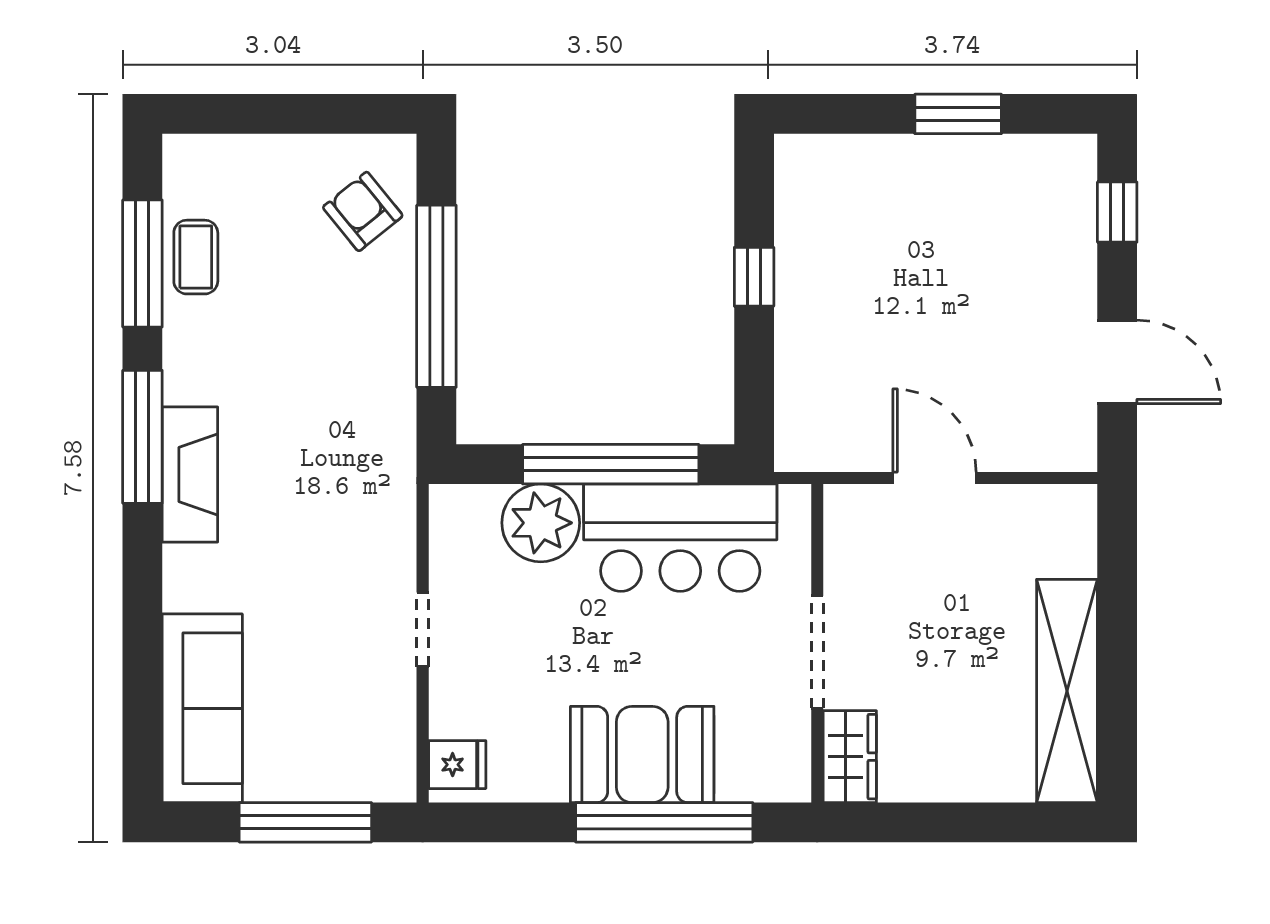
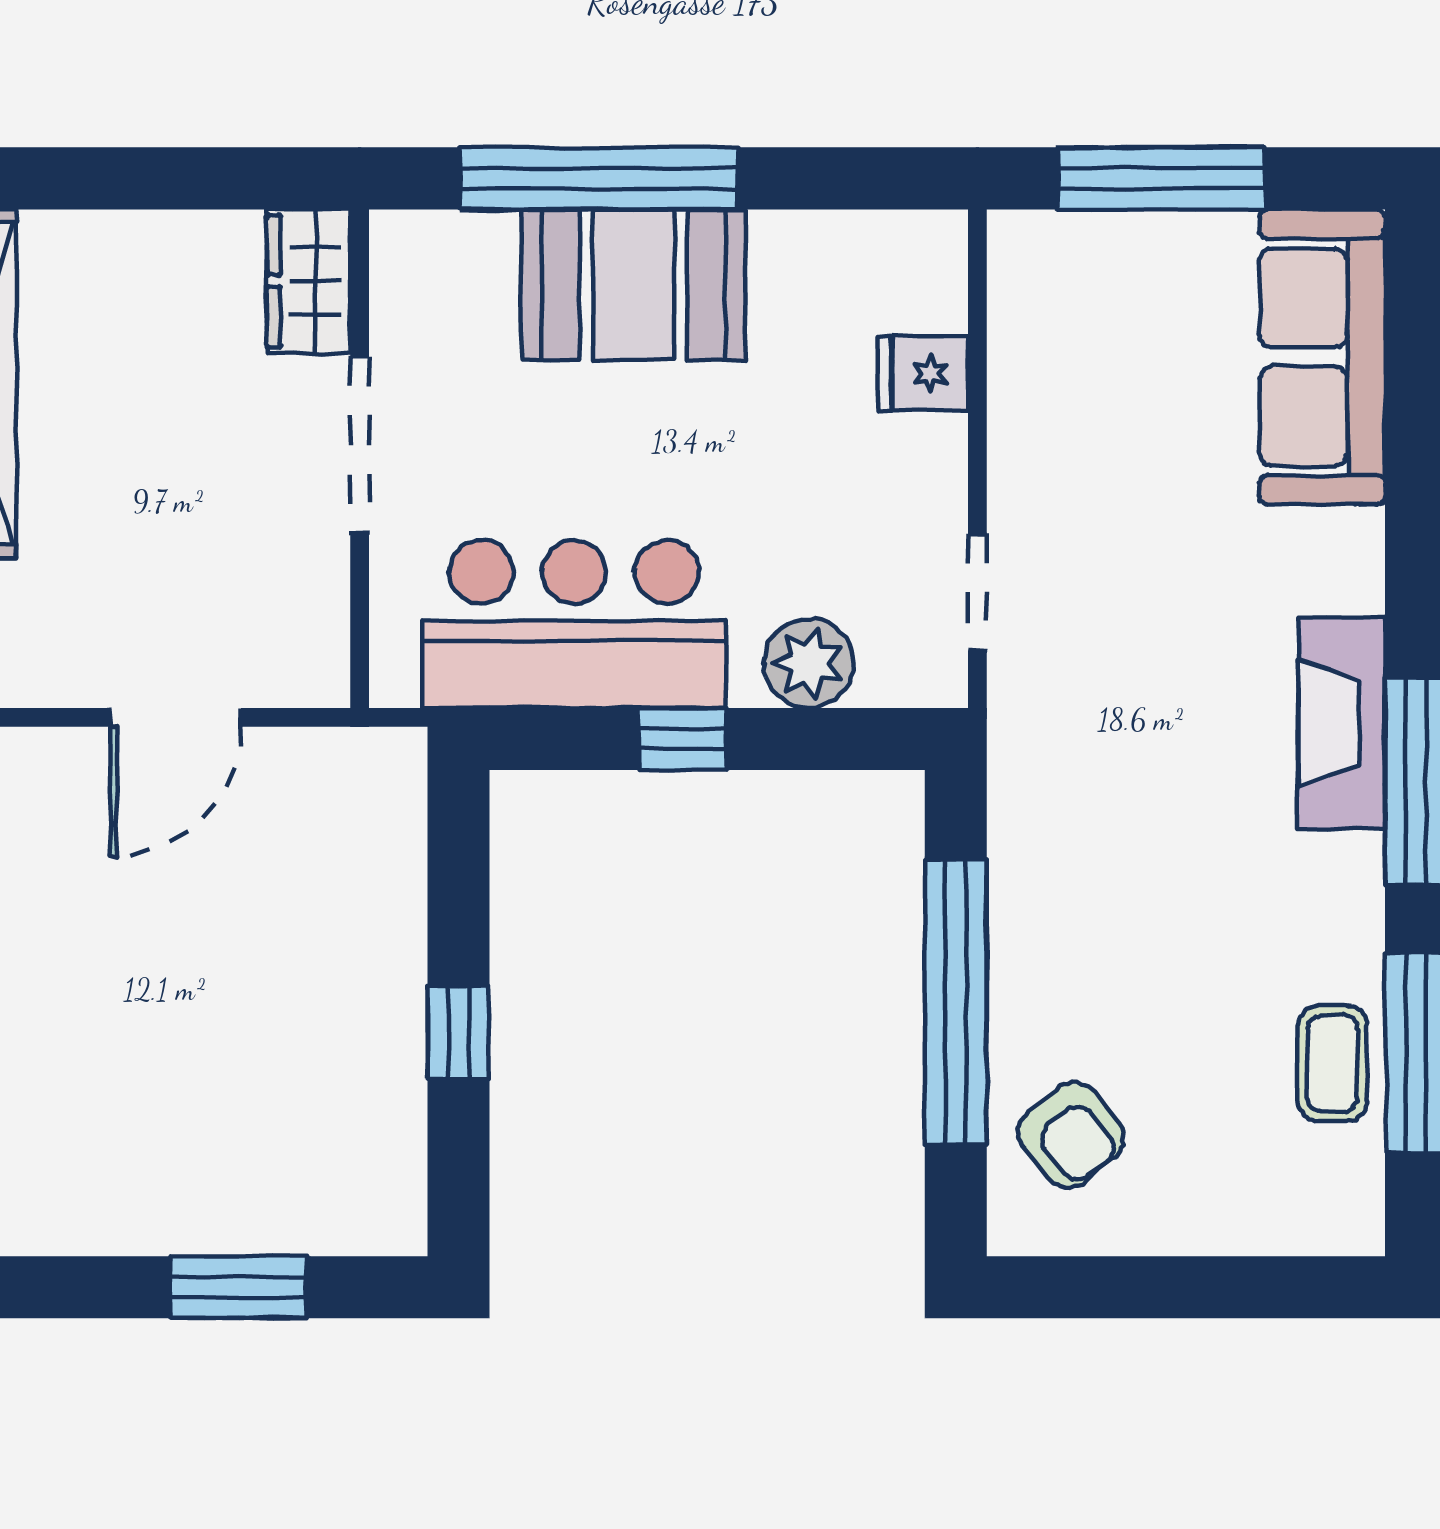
window: (958, 114) -> (239, 1287), moved
window: (611, 464) -> (683, 739), width x0.32
door: (935, 478) -> (176, 717), hinge flipped
plant: (541, 523) -> (809, 663), width x0.73, depth x0.73
doorway: (423, 630) -> (977, 592), moved
fridge: (457, 765) -> (923, 373), moved

